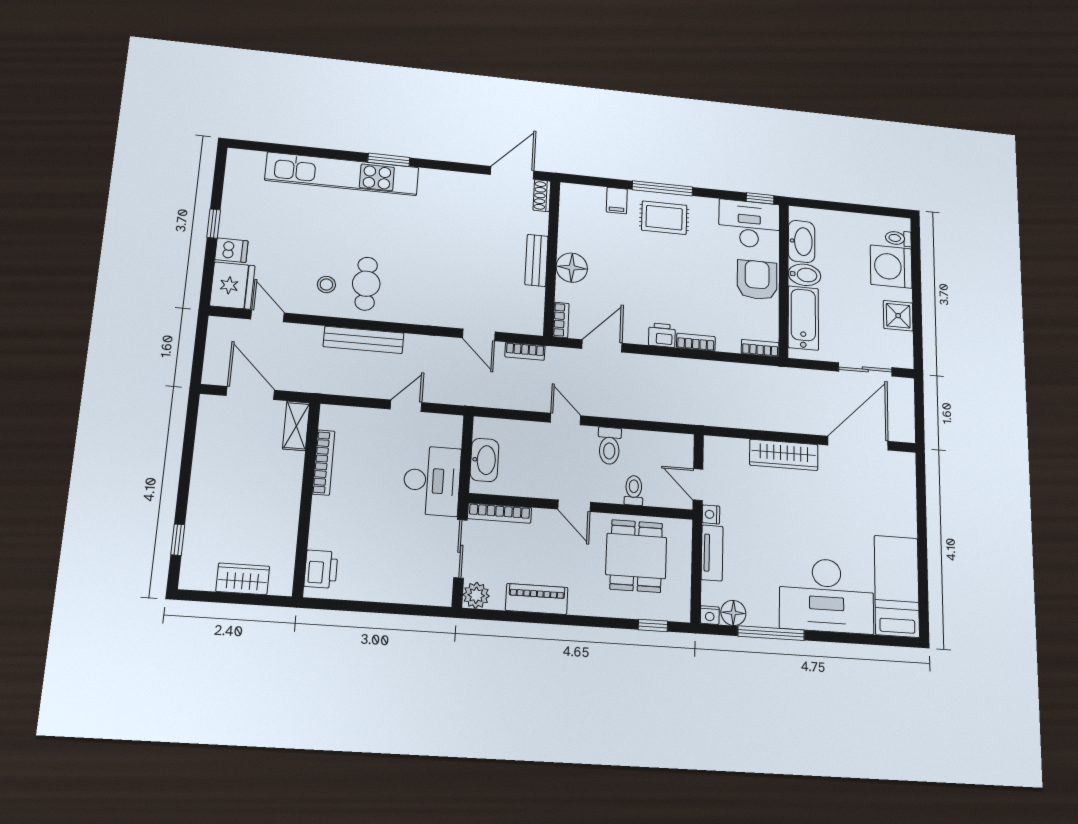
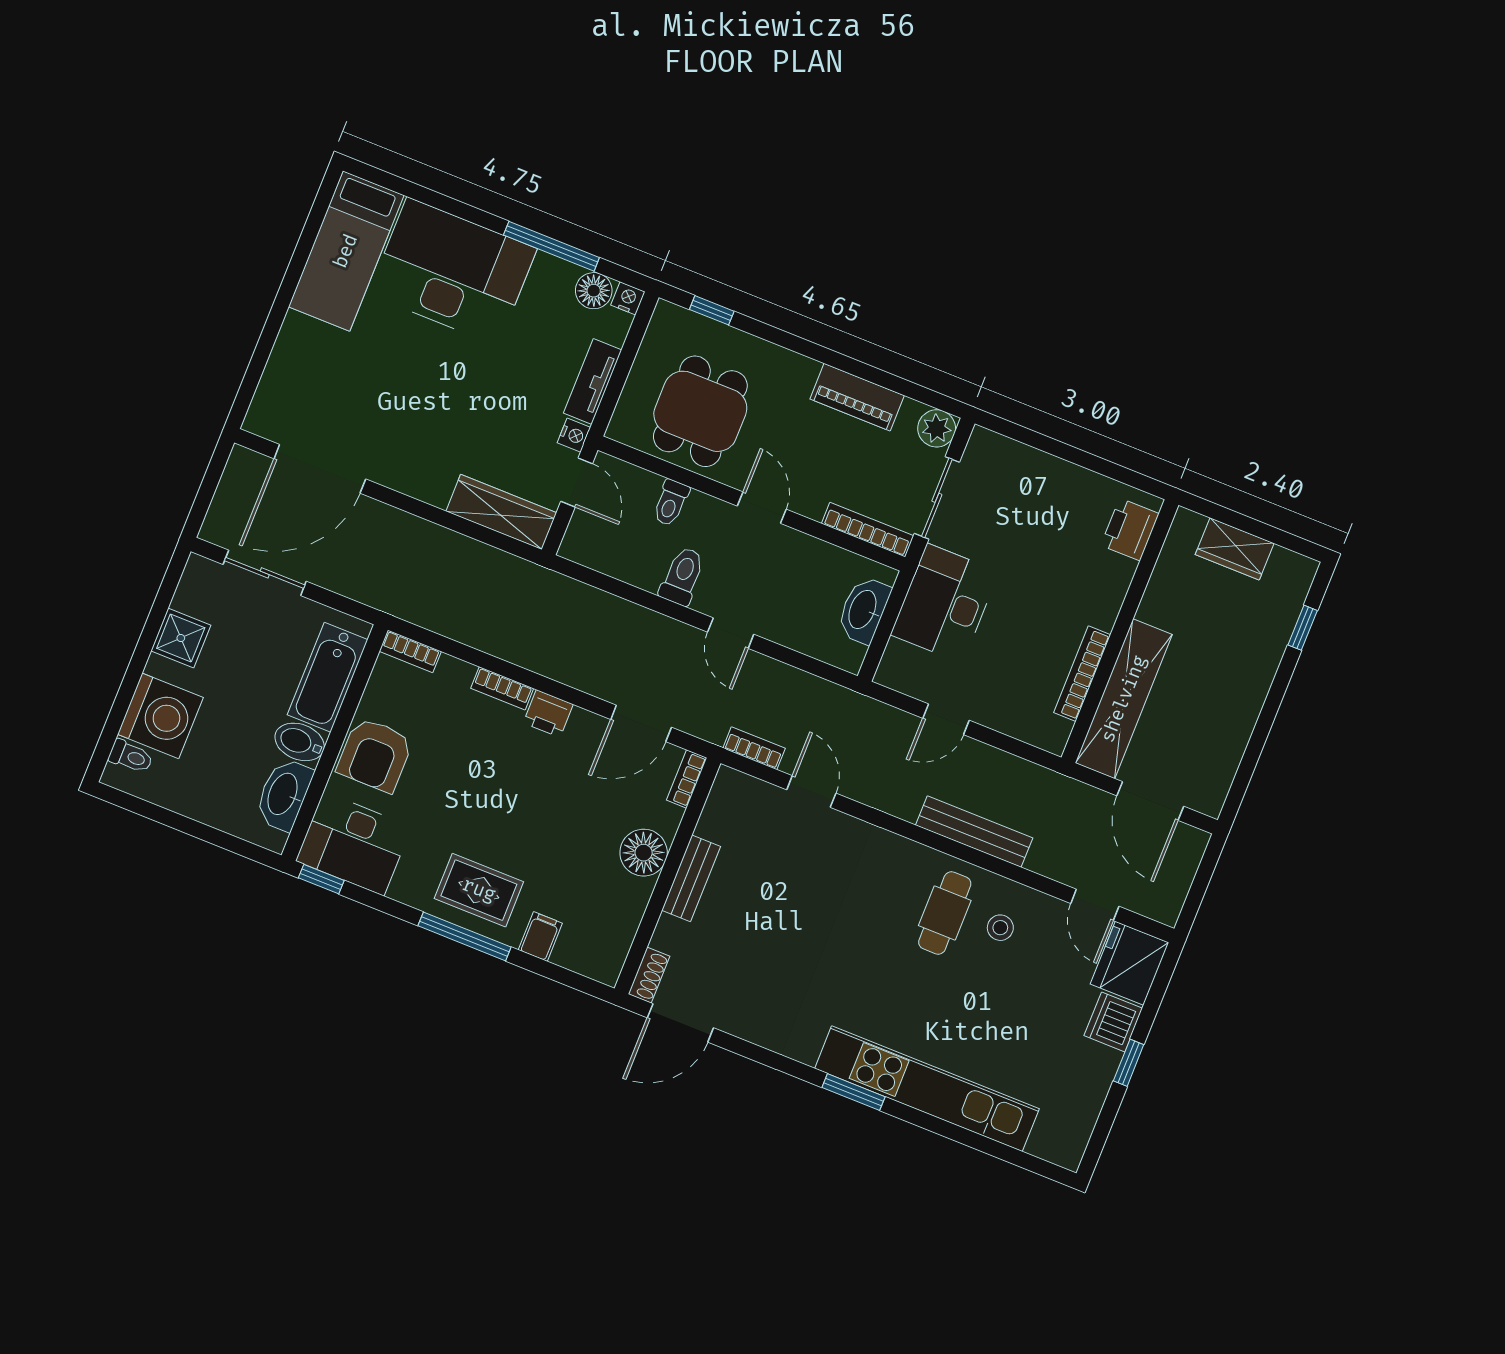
dishwasher: (231, 250) -> (1113, 1022), width x1.38
shelving: (296, 426) -> (1124, 699), width x2.20, depth x1.33
wardrobe: (784, 455) -> (501, 512), moved

